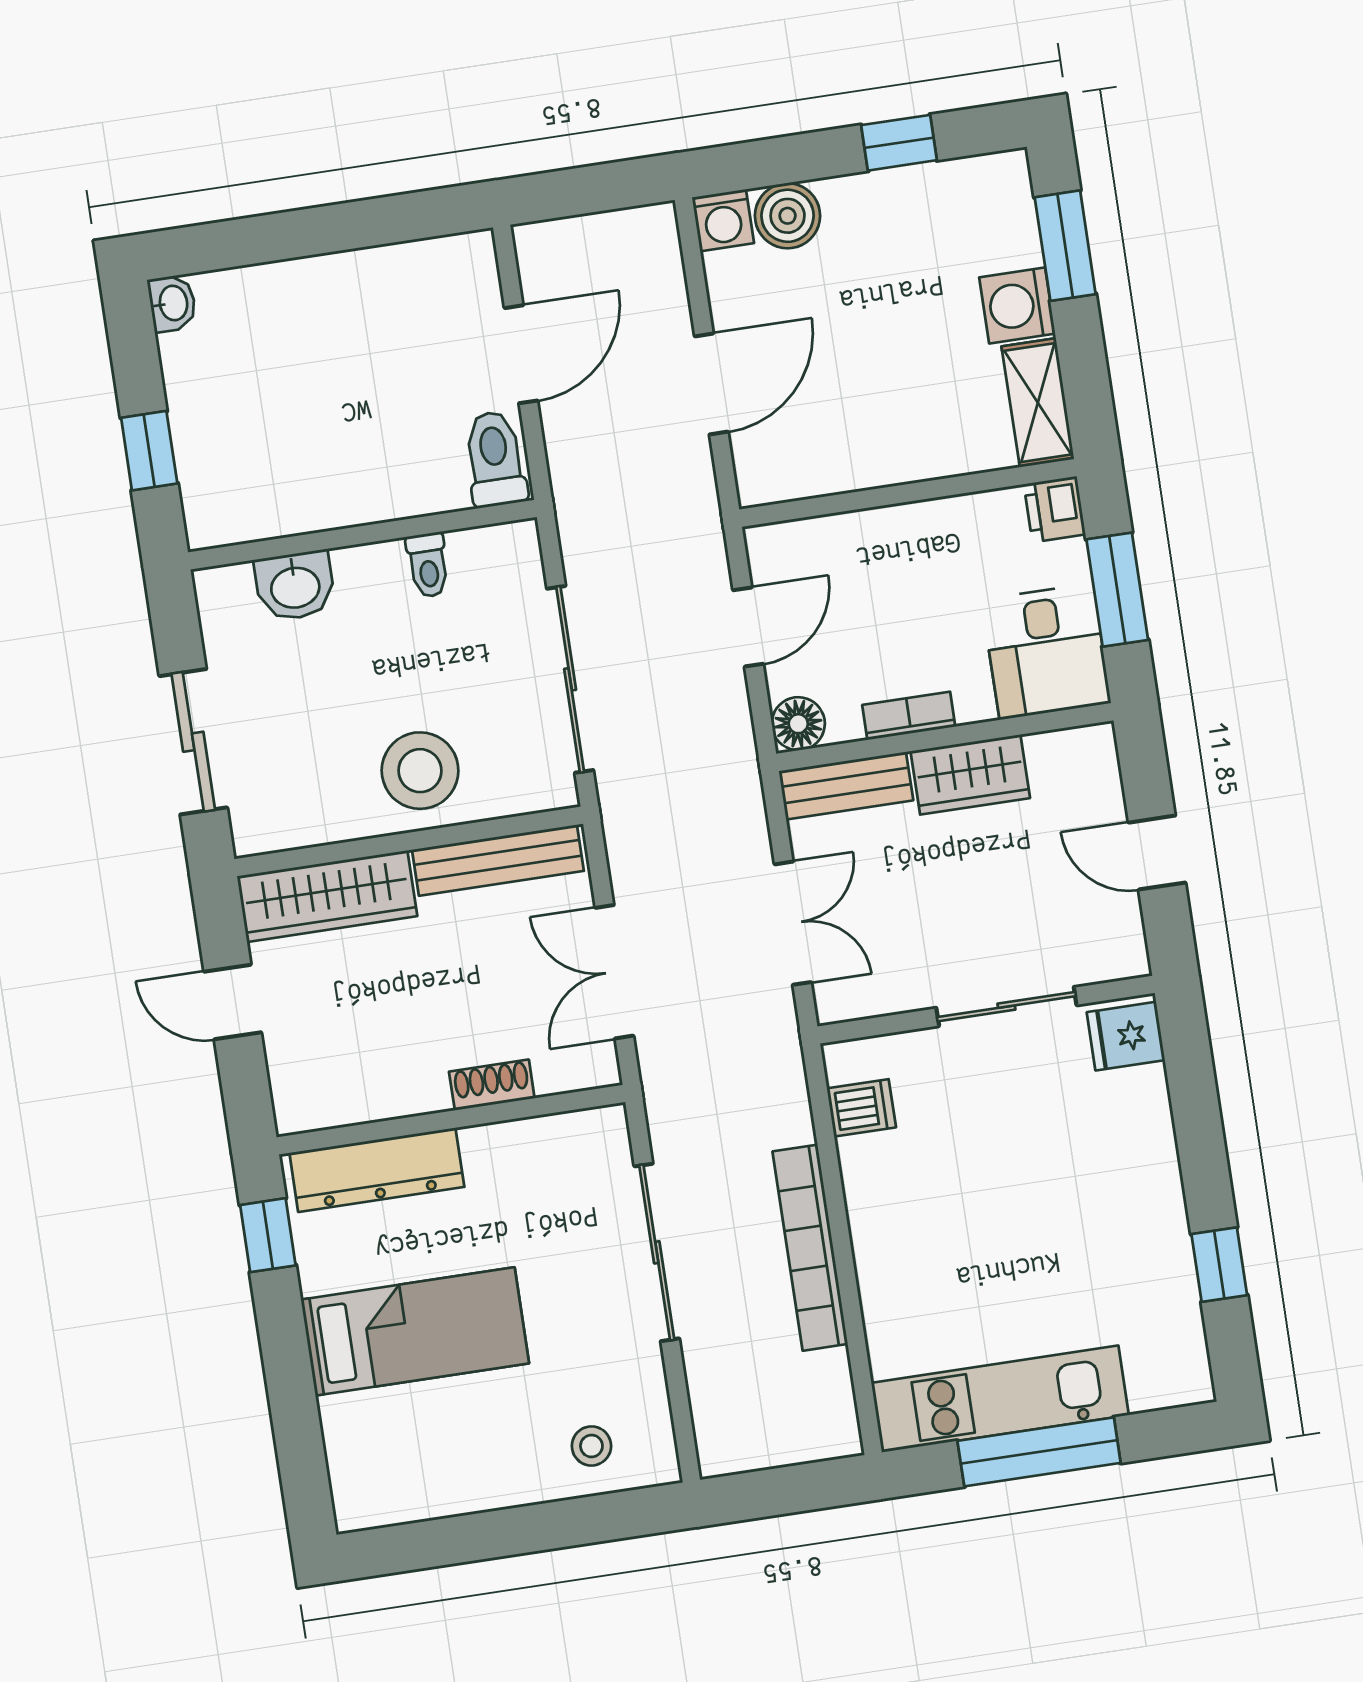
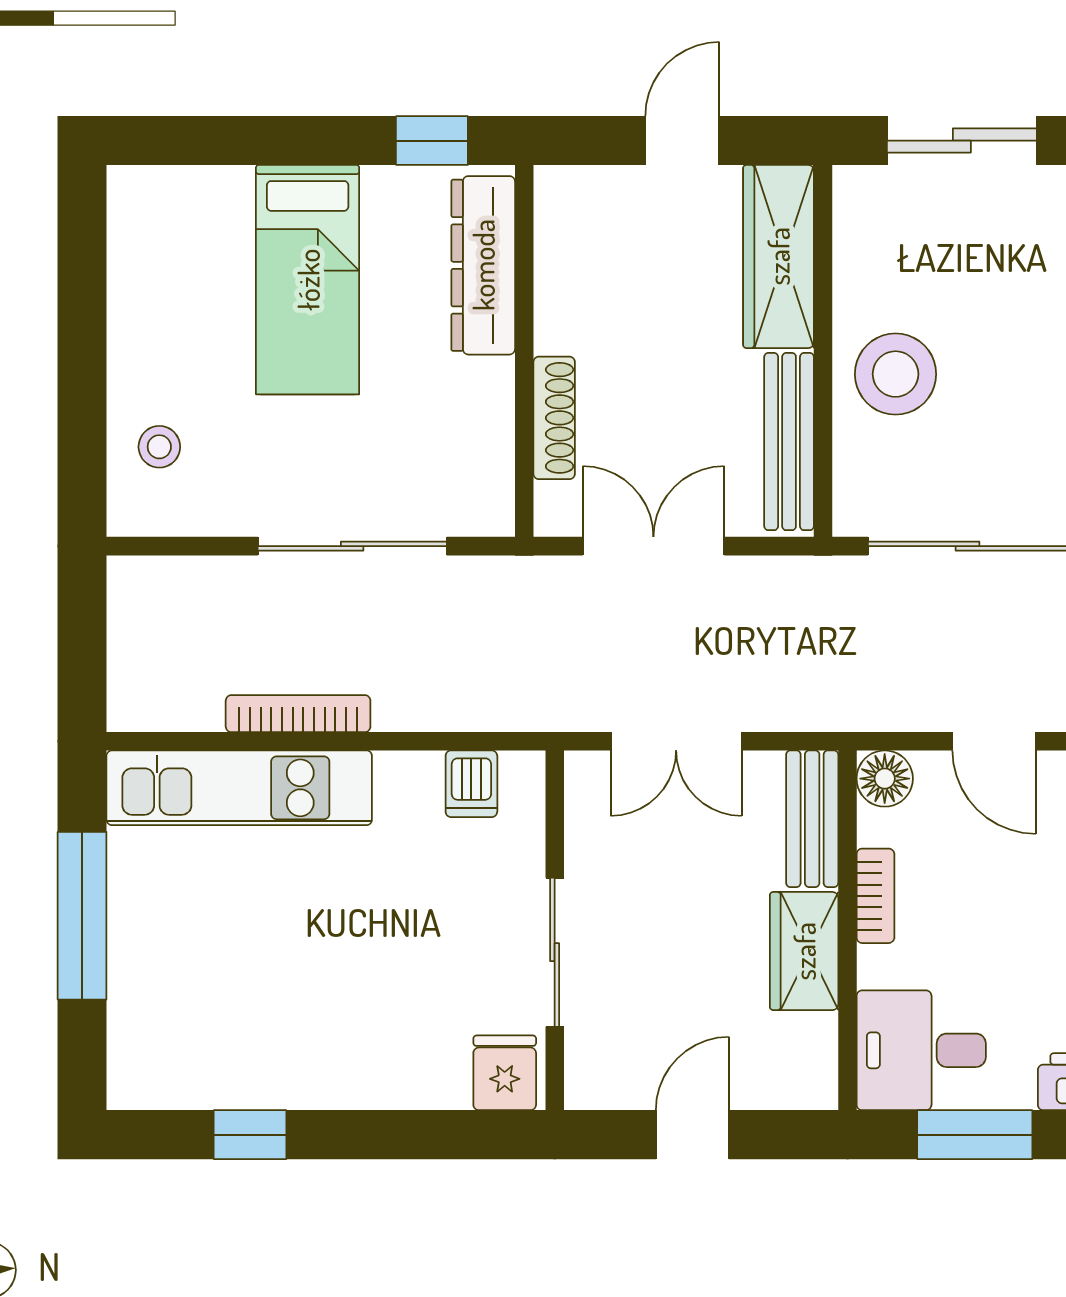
shoe rack: (492, 1085) -> (554, 418), width x1.43
bookcase: (810, 1248) -> (298, 714), width x0.68, depth x0.76
kitchen unit: (1000, 1399) -> (239, 788), moved, turned 90

